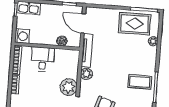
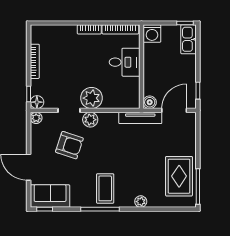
boiler: (62, 41) -> (150, 102), moved
plant: (153, 41) -> (141, 202), moved
plant: (86, 74) -> (90, 120), moved

